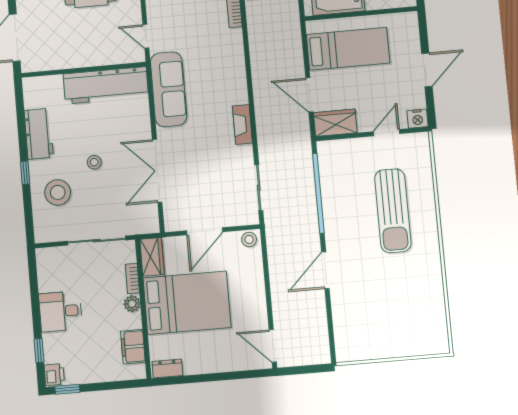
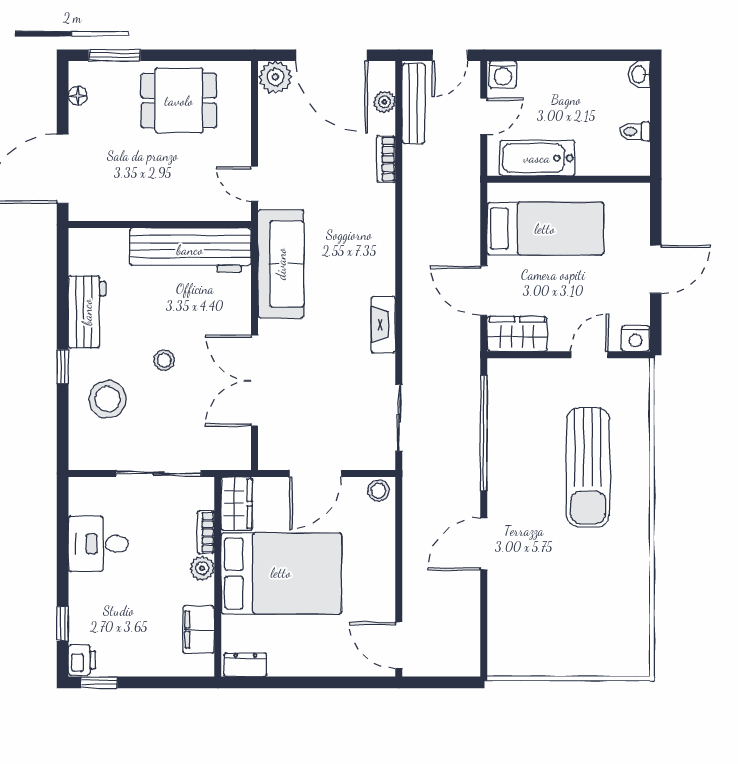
desk: (61, 311) -> (98, 544), moved

